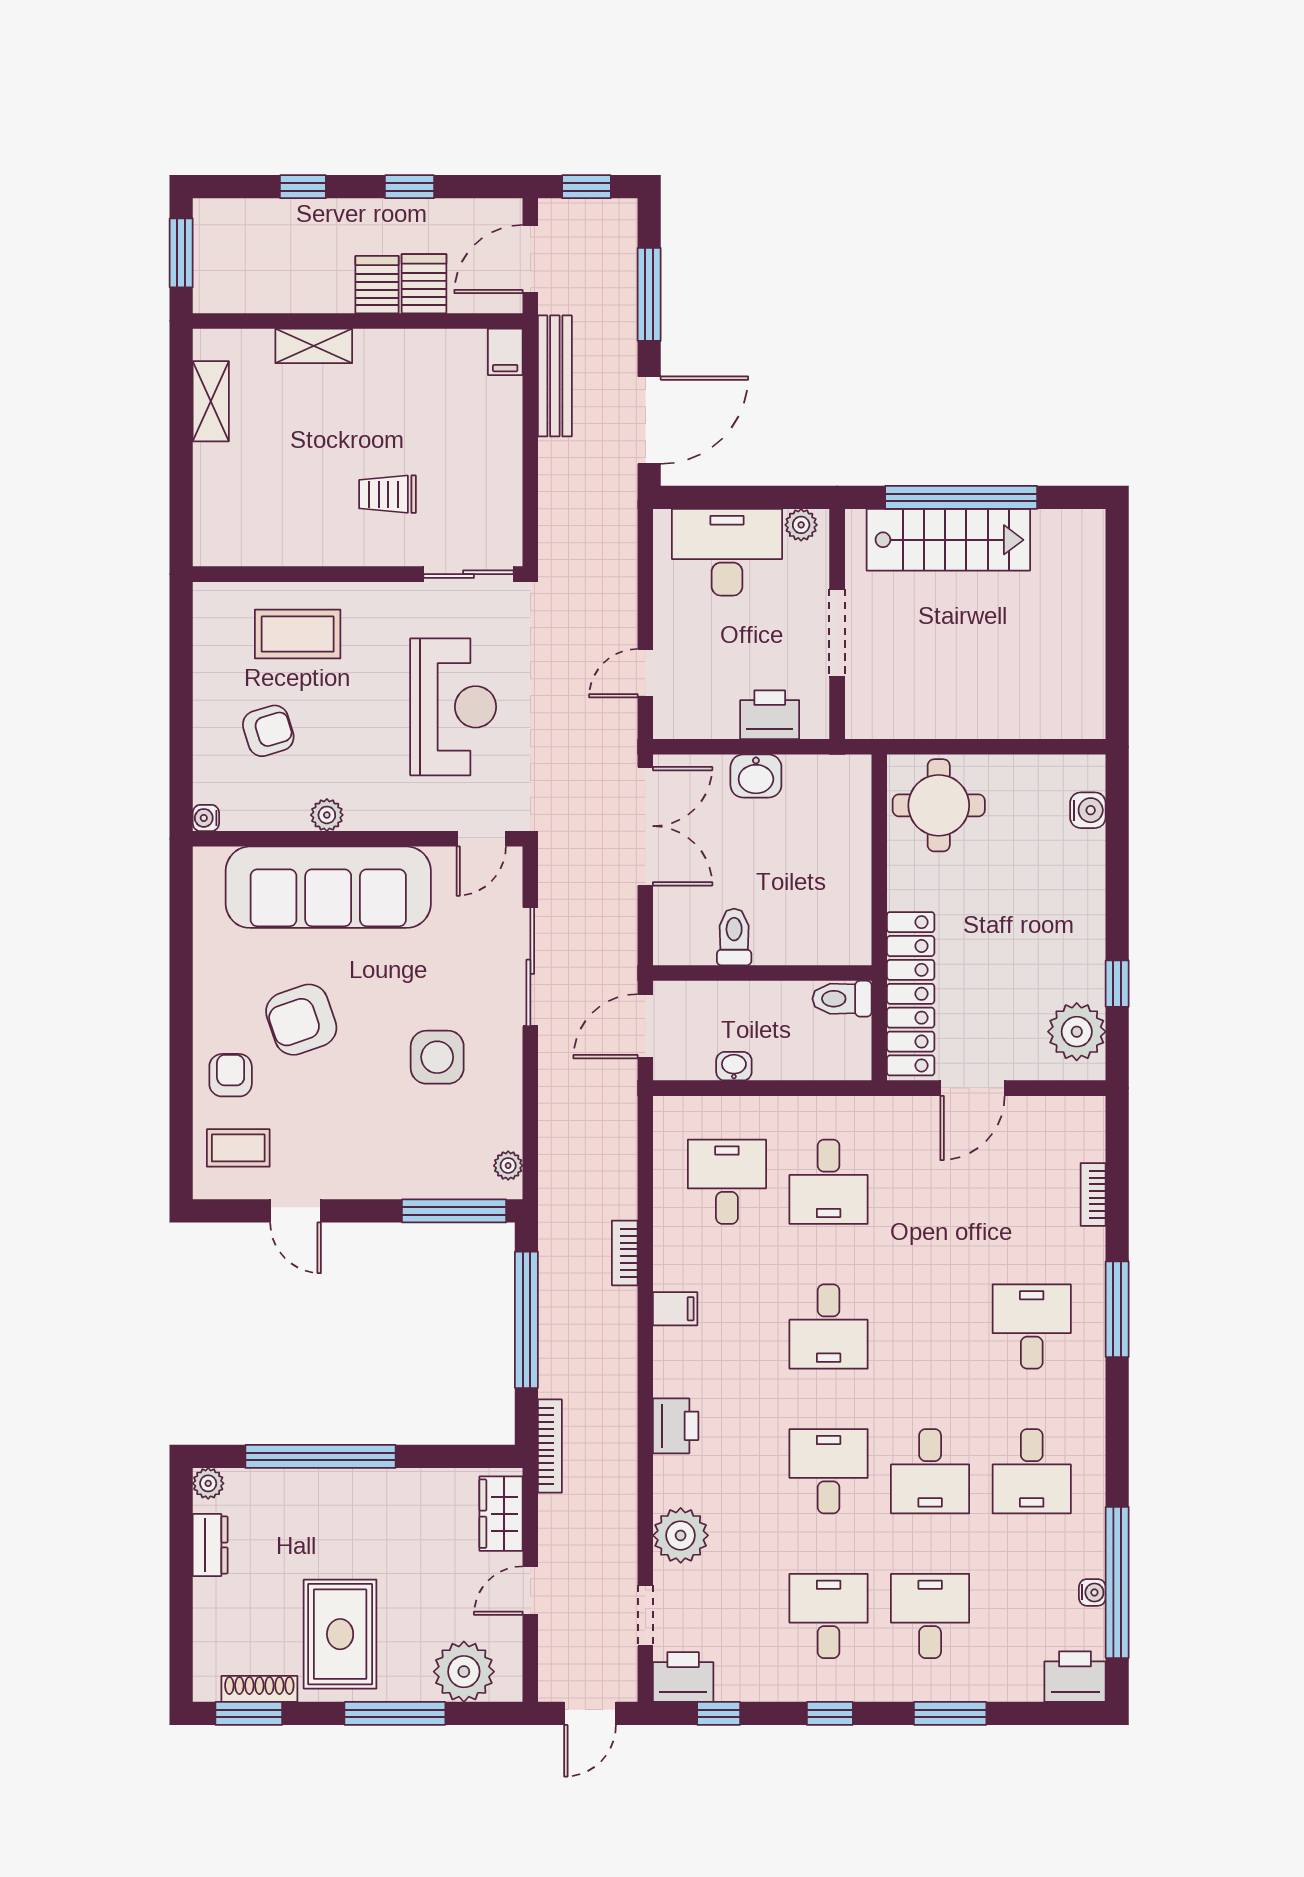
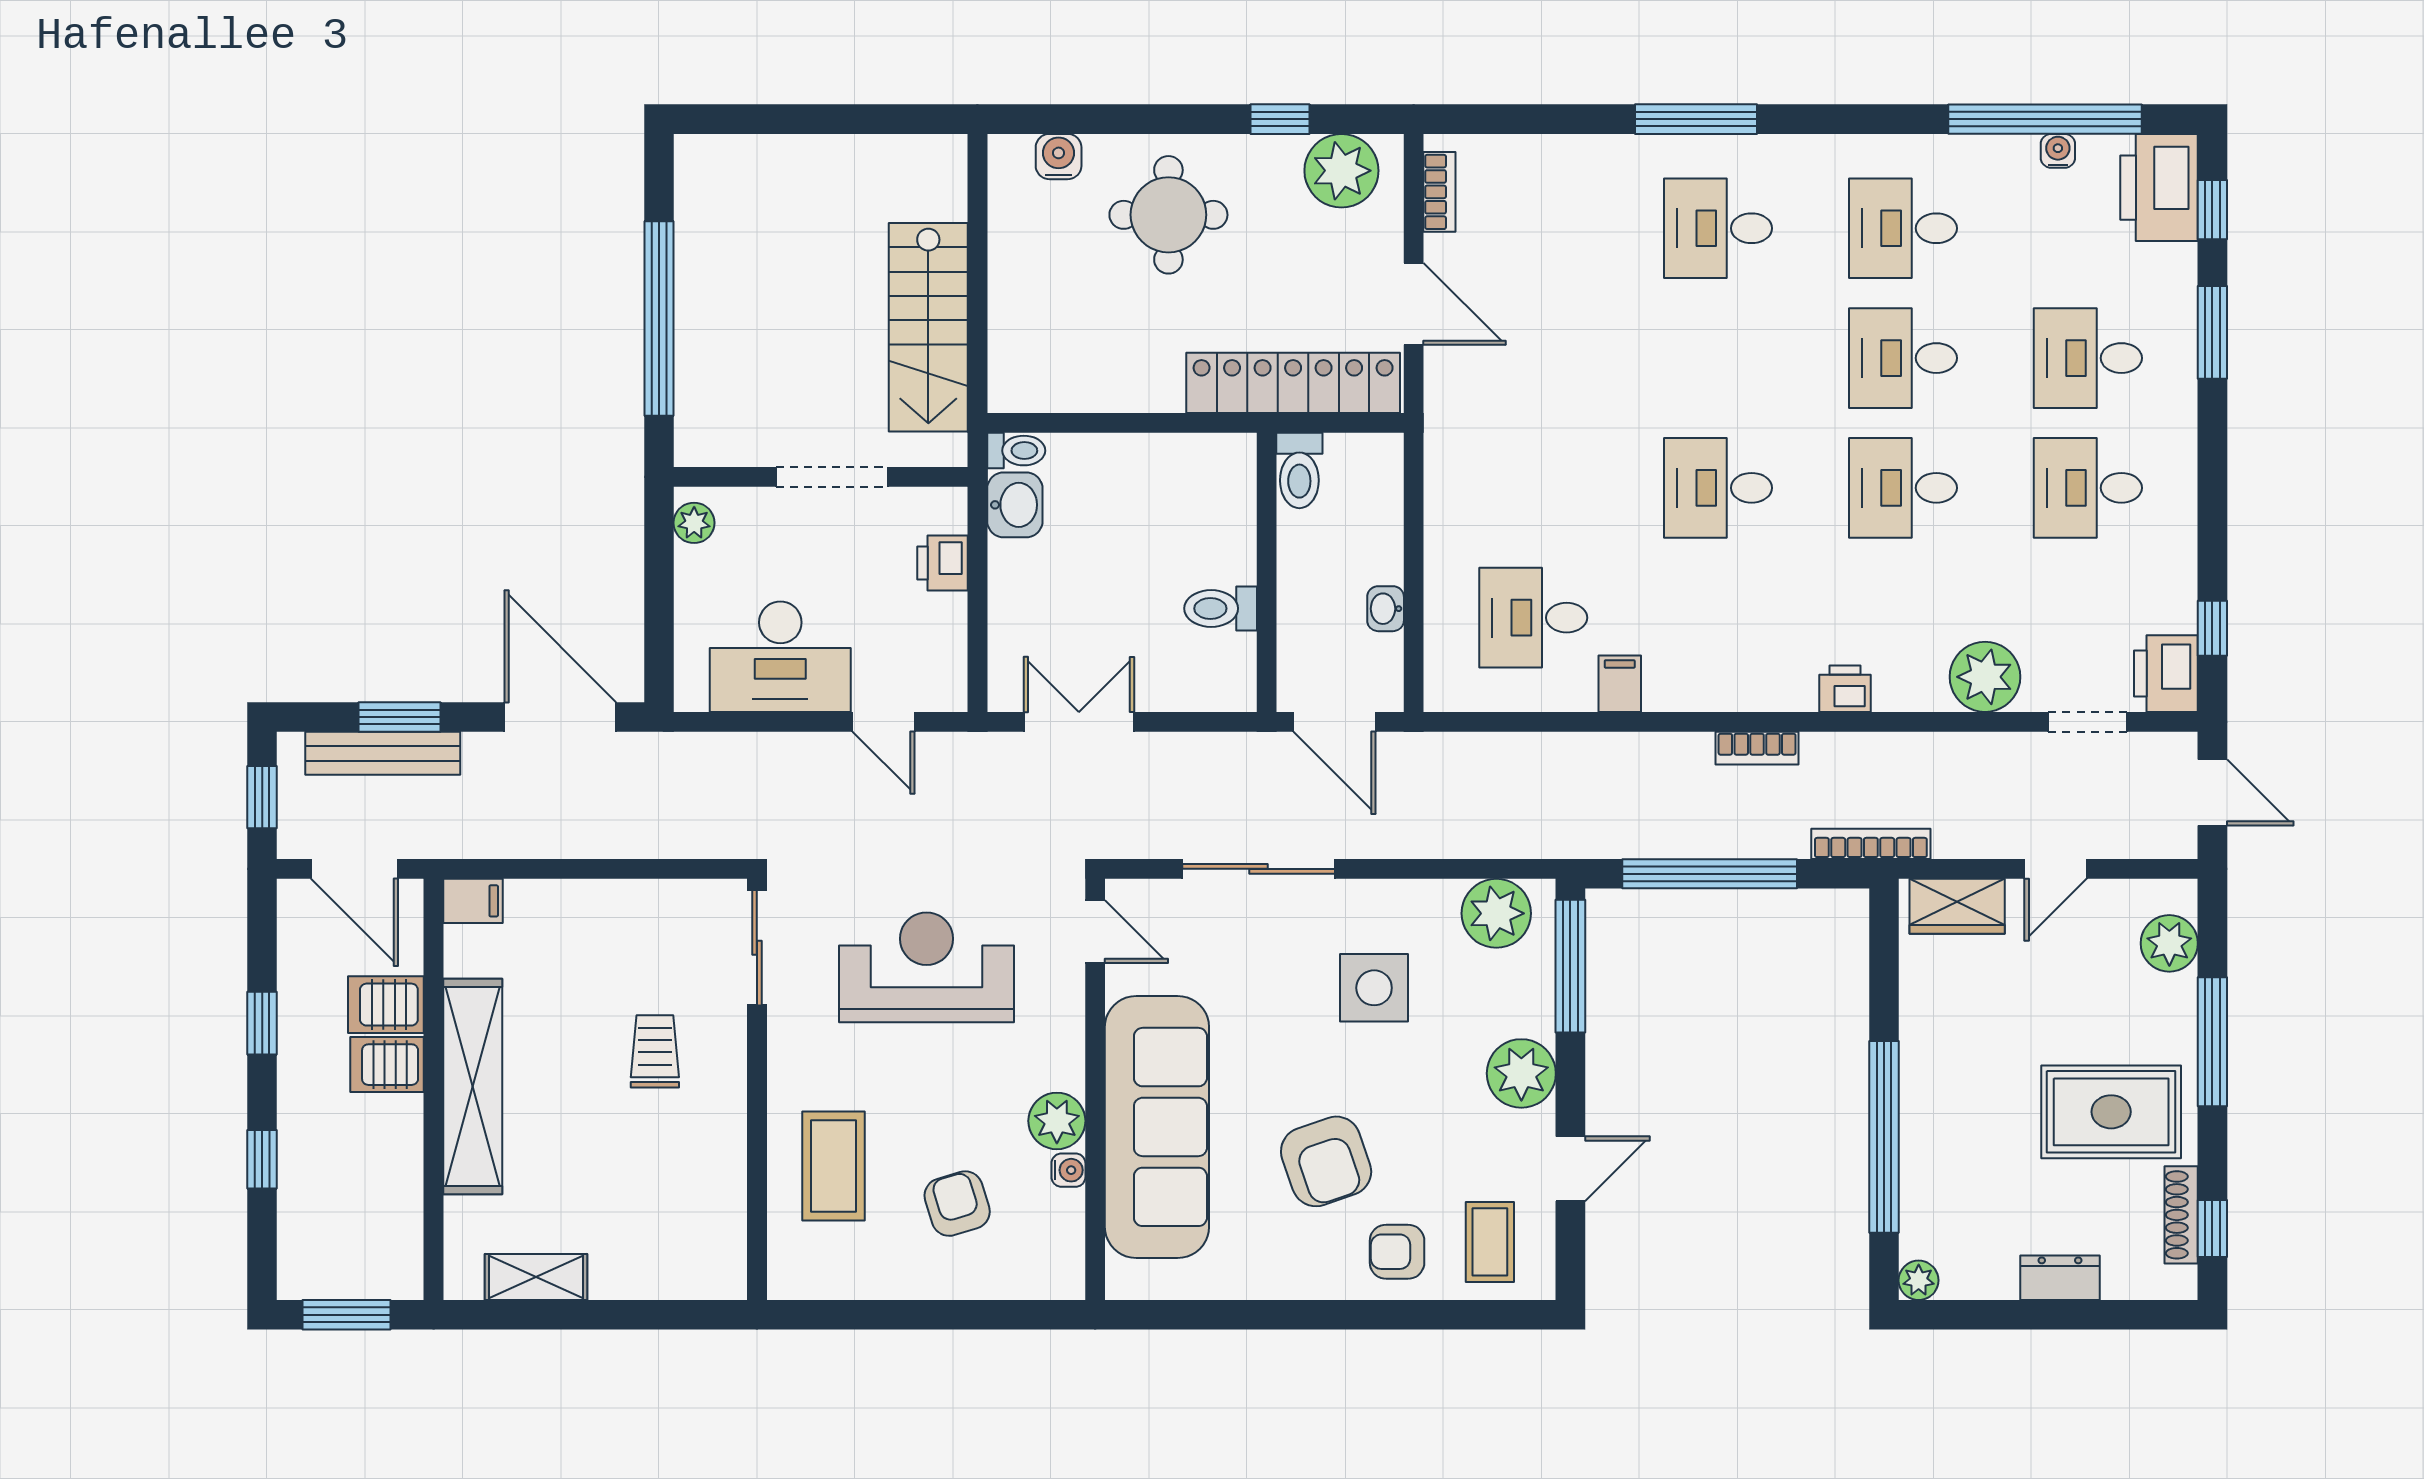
window: (649, 294) -> (400, 717), width x0.69
shelving: (314, 346) -> (473, 1087), width x2.20, depth x1.33
bench: (555, 376) -> (383, 753), moved
trolley: (387, 494) -> (655, 1051), turned 180
stairs: (948, 540) -> (928, 327), moved, turned 180
desk: (727, 552) -> (780, 657), moved, turned -90
printer: (770, 715) -> (943, 563), width x0.73, depth x0.81
washbasin: (756, 776) -> (1015, 505), moved
toilet: (858, 777) -> (1016, 451), added
round table: (939, 805) -> (1168, 215), moved
plant: (327, 815) -> (1057, 1121), width x1.38, depth x1.38
water cooler: (206, 818) -> (1068, 1170), moved, turned -90
double door: (645, 826) -> (1079, 722), width x0.73
plant: (508, 1166) -> (1496, 913), width x1.88, depth x1.88
plant: (370, 1172) -> (1521, 1073), added
desk: (829, 1182) -> (1533, 488), removed
bookcase: (1093, 1194) -> (1439, 192), moved, turned -90
bookcase: (625, 1253) -> (1757, 748), moved
filing cabinet: (675, 1309) -> (1620, 684), moved
desk: (829, 1326) -> (1718, 488), turned 180
printer: (676, 1426) -> (1845, 689), width x0.73, depth x0.81
desk: (930, 1471) -> (1903, 358), turned 180
desk: (1032, 1471) -> (1903, 228), turned 180
dresser: (210, 1545) -> (2060, 1278), moved
door: (530, 1591) -> (2056, 869), hinge flipped
plant: (464, 1672) -> (2169, 943), width x0.73, depth x0.73
printer: (1075, 1677) -> (2159, 188), width x1.37, depth x1.19
window: (249, 1713) -> (2212, 1228), width x0.67
window: (830, 1713) -> (2212, 210), moved

